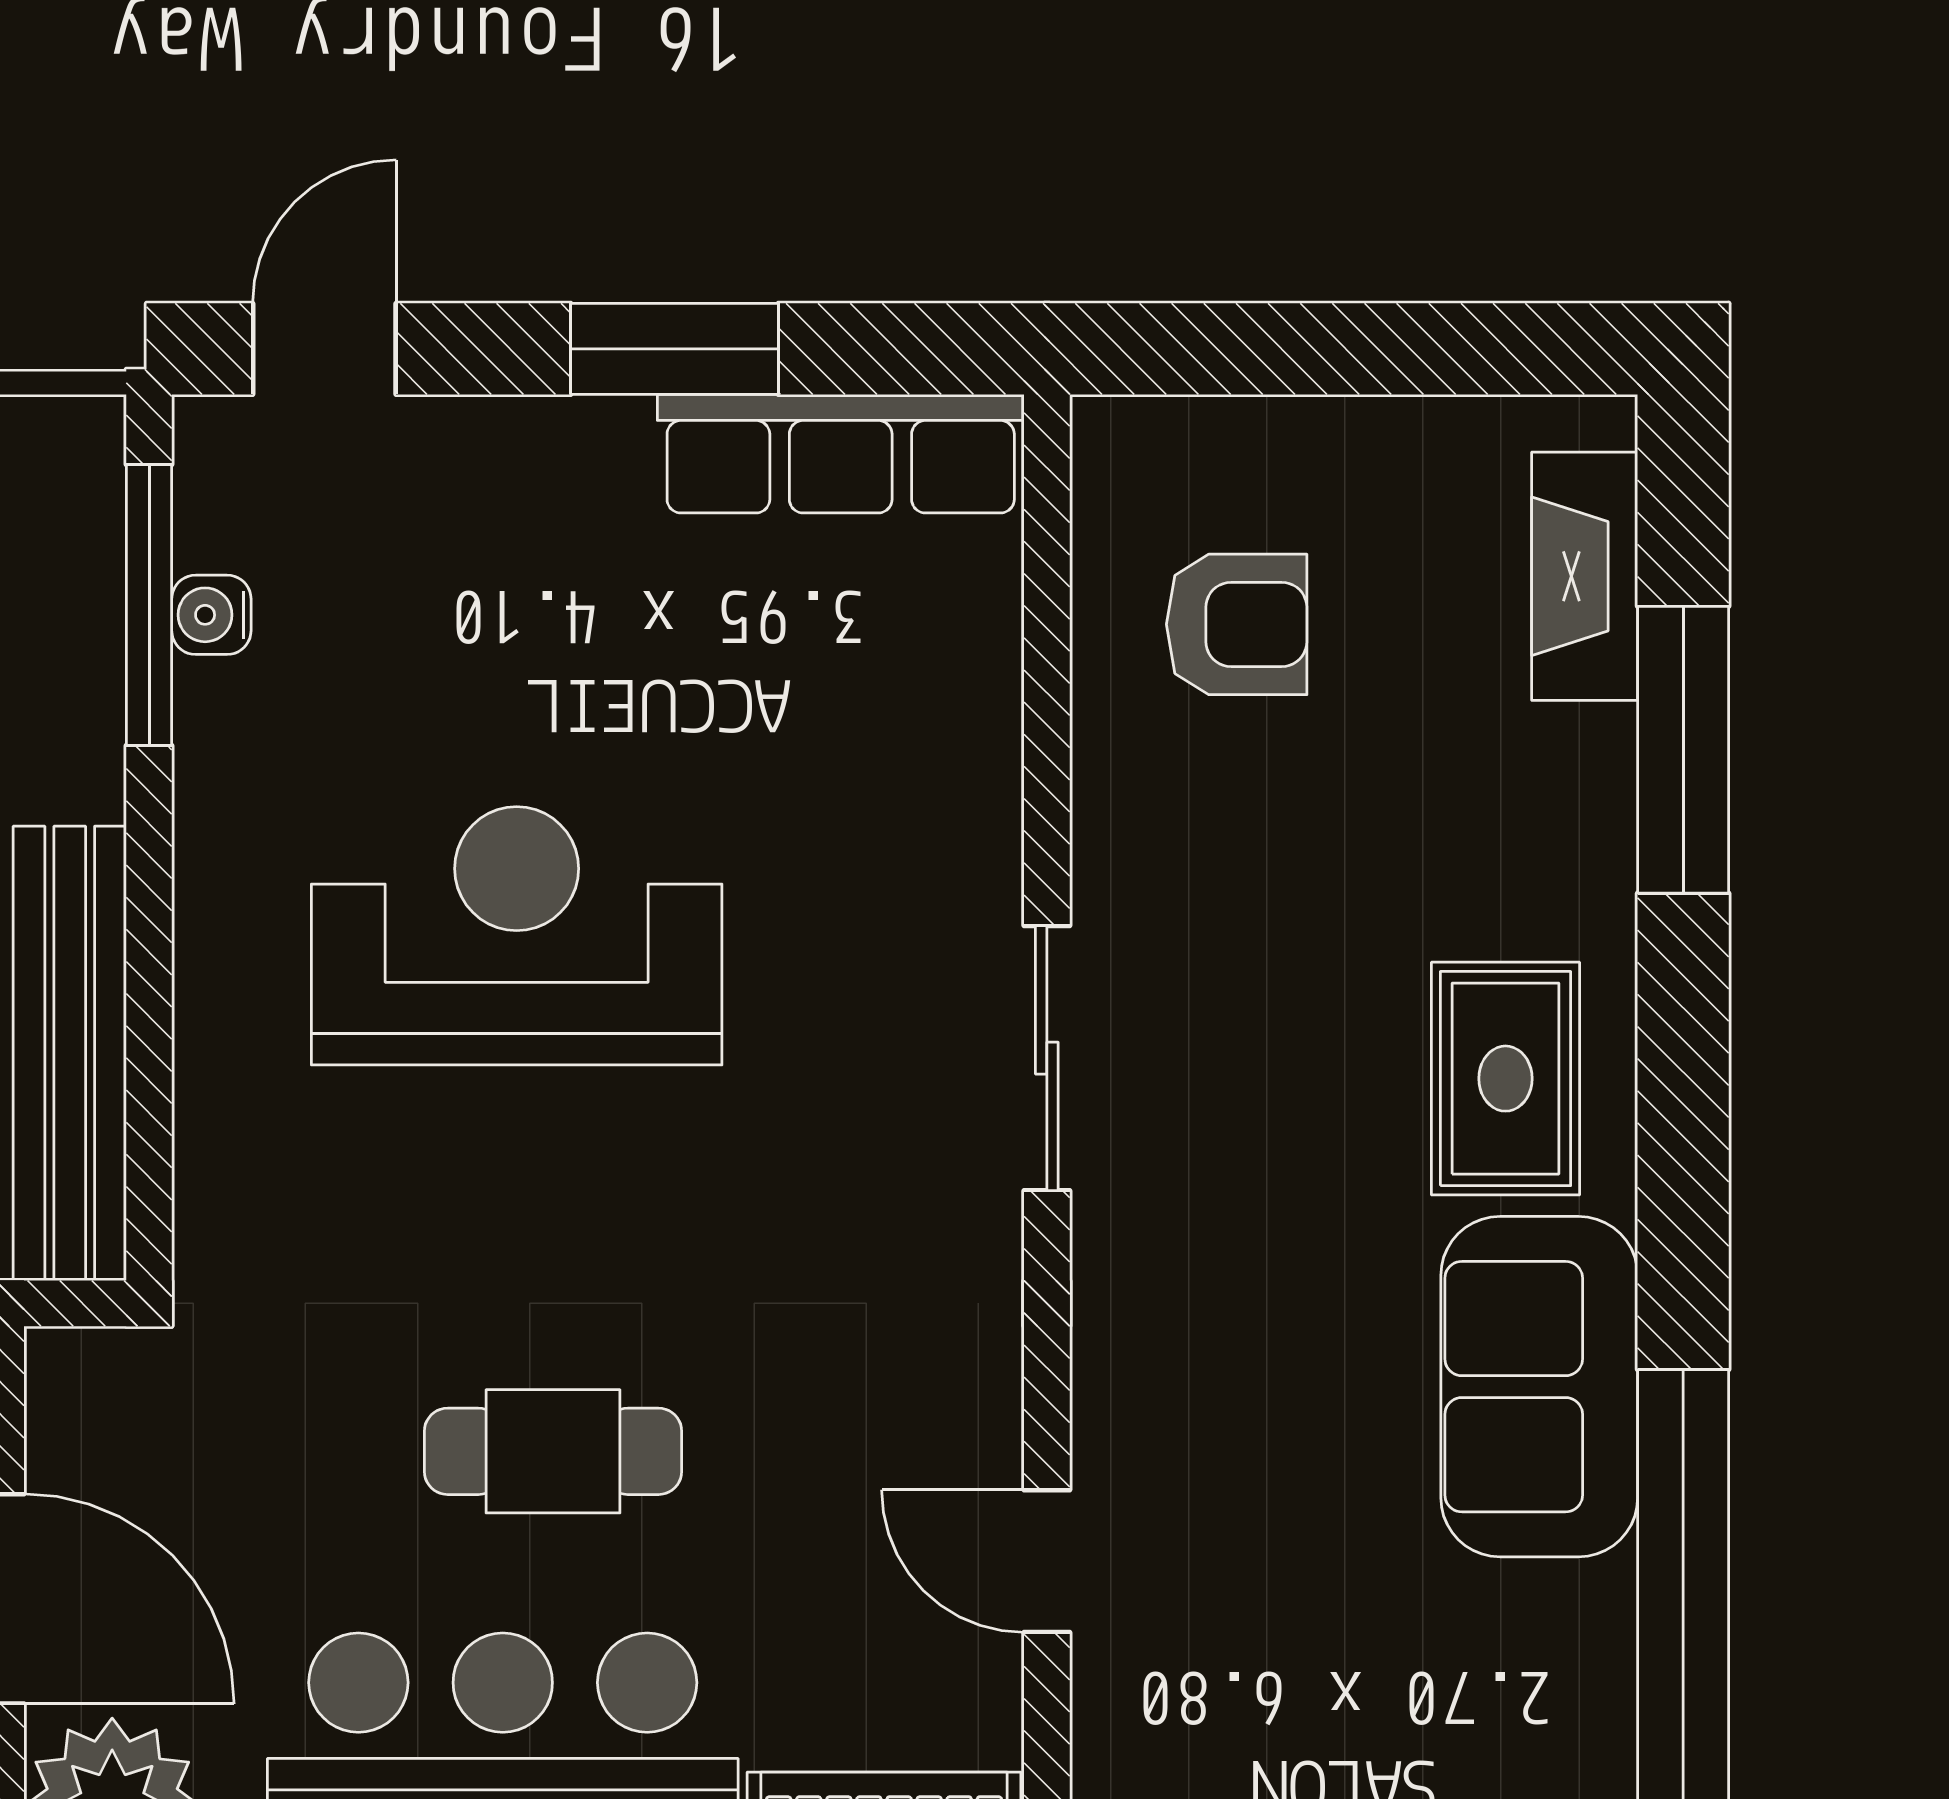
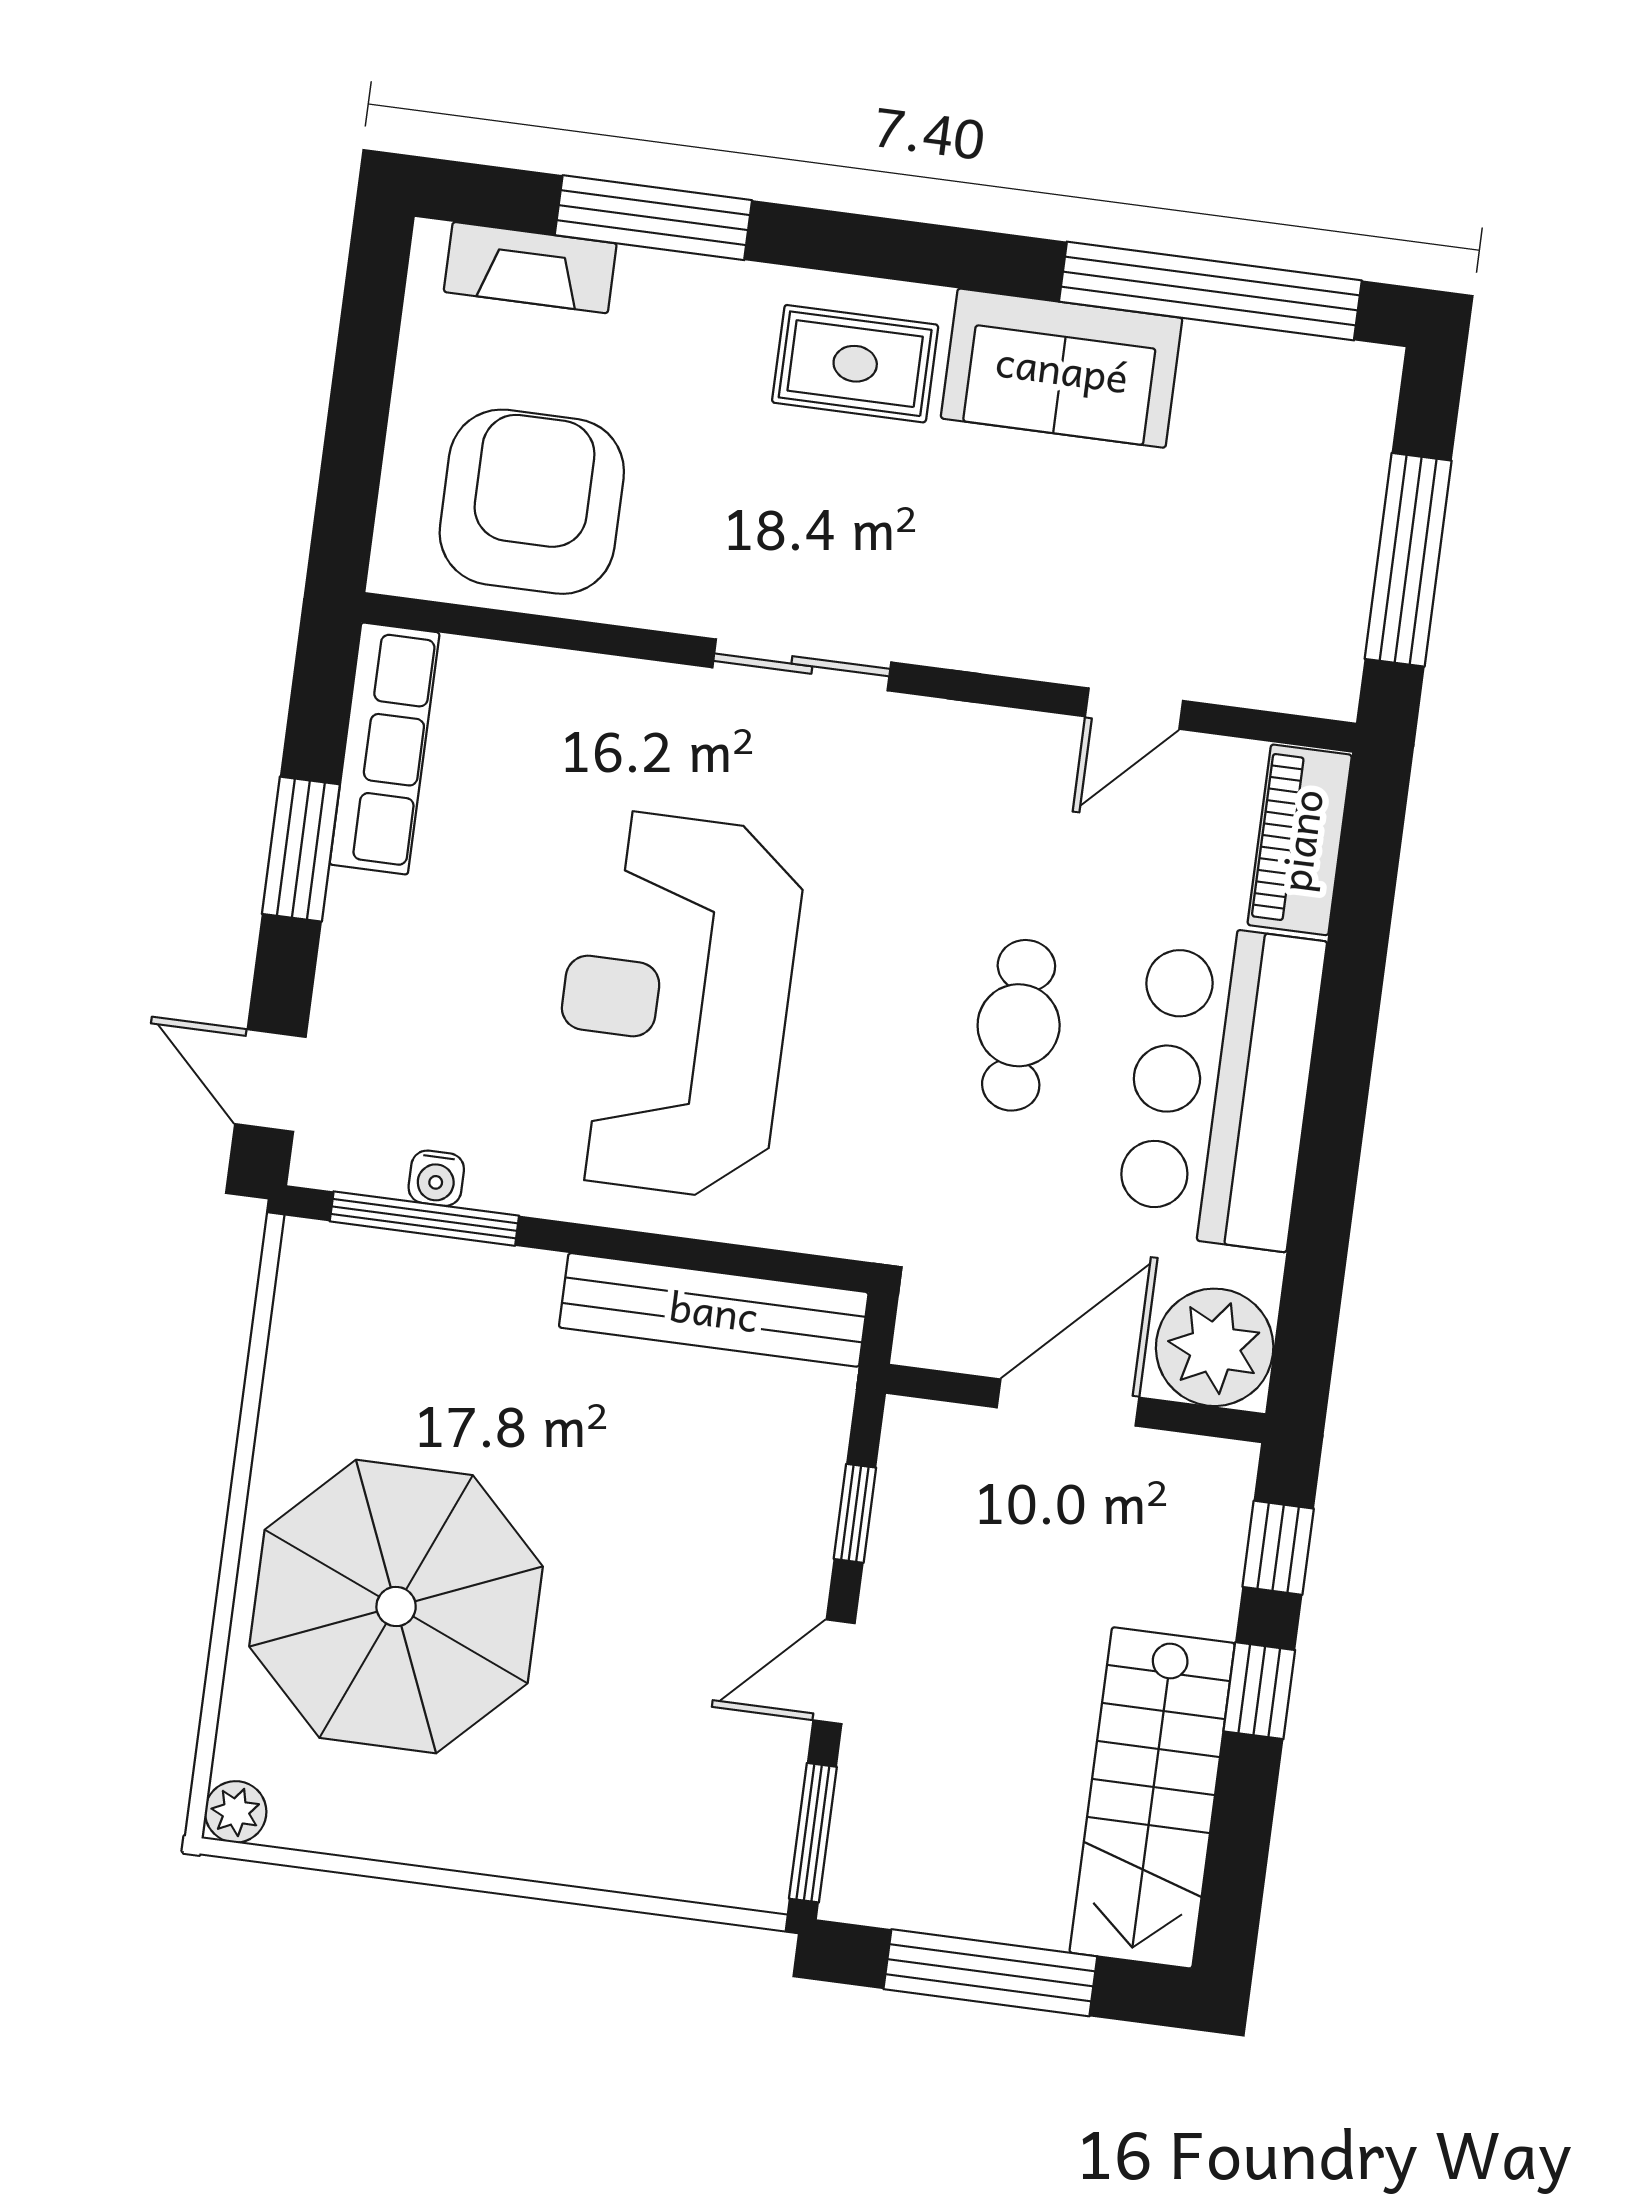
armchair: (1237, 624) -> (532, 502), width x1.88, depth x1.88
reception desk: (517, 936) -> (675, 1004), width x1.36, depth x1.30

